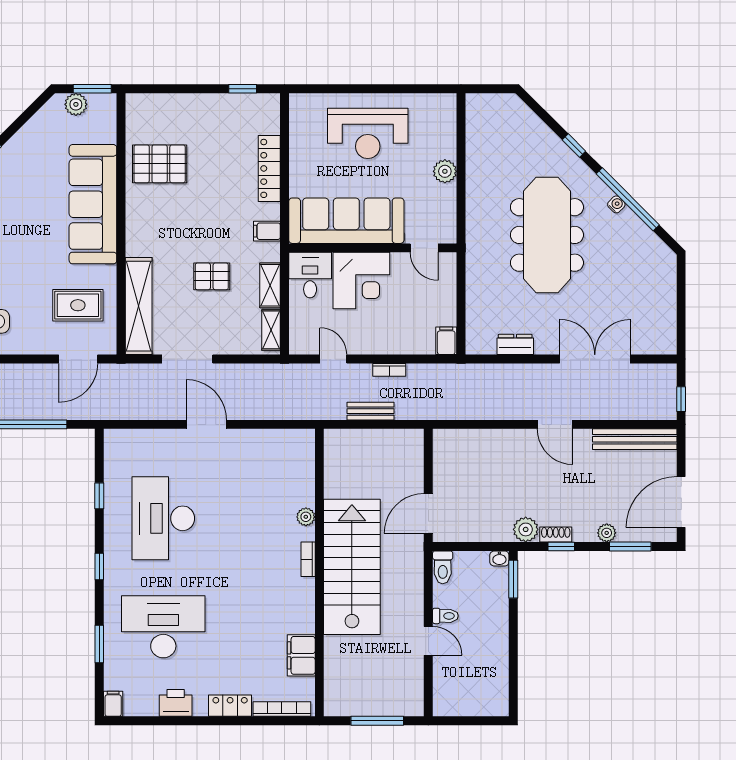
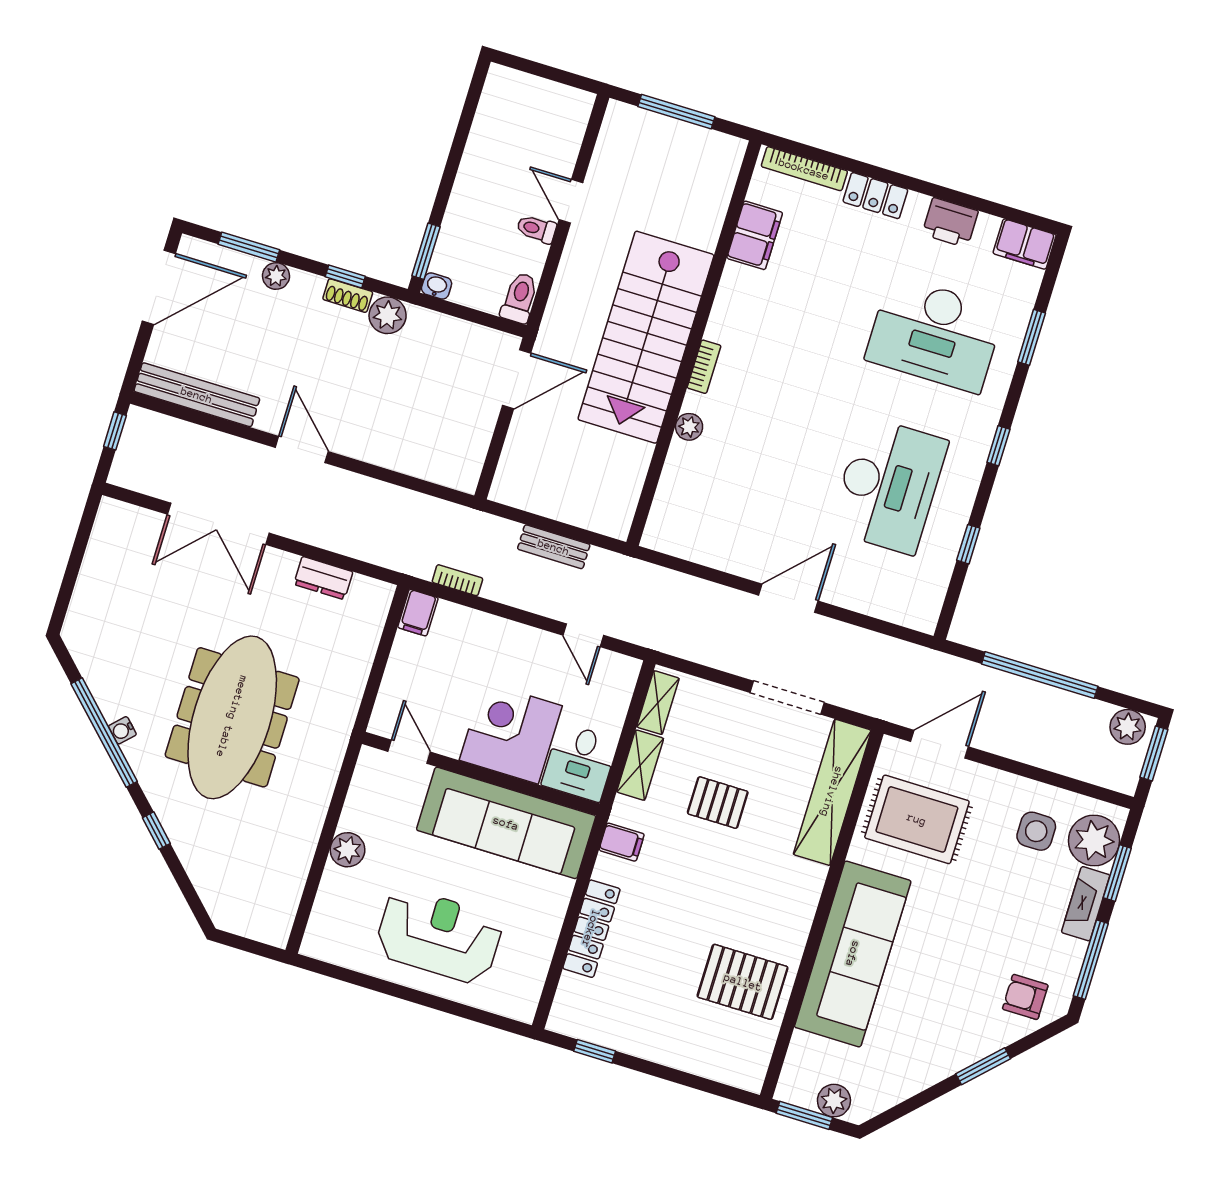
rug: (78, 305) -> (917, 819), width x1.36, depth x1.43
bookcase: (389, 370) -> (457, 580), moved
door: (206, 424) -> (788, 598), swing flipped
filing cabinet: (113, 704) -> (1025, 244), width x2.00

